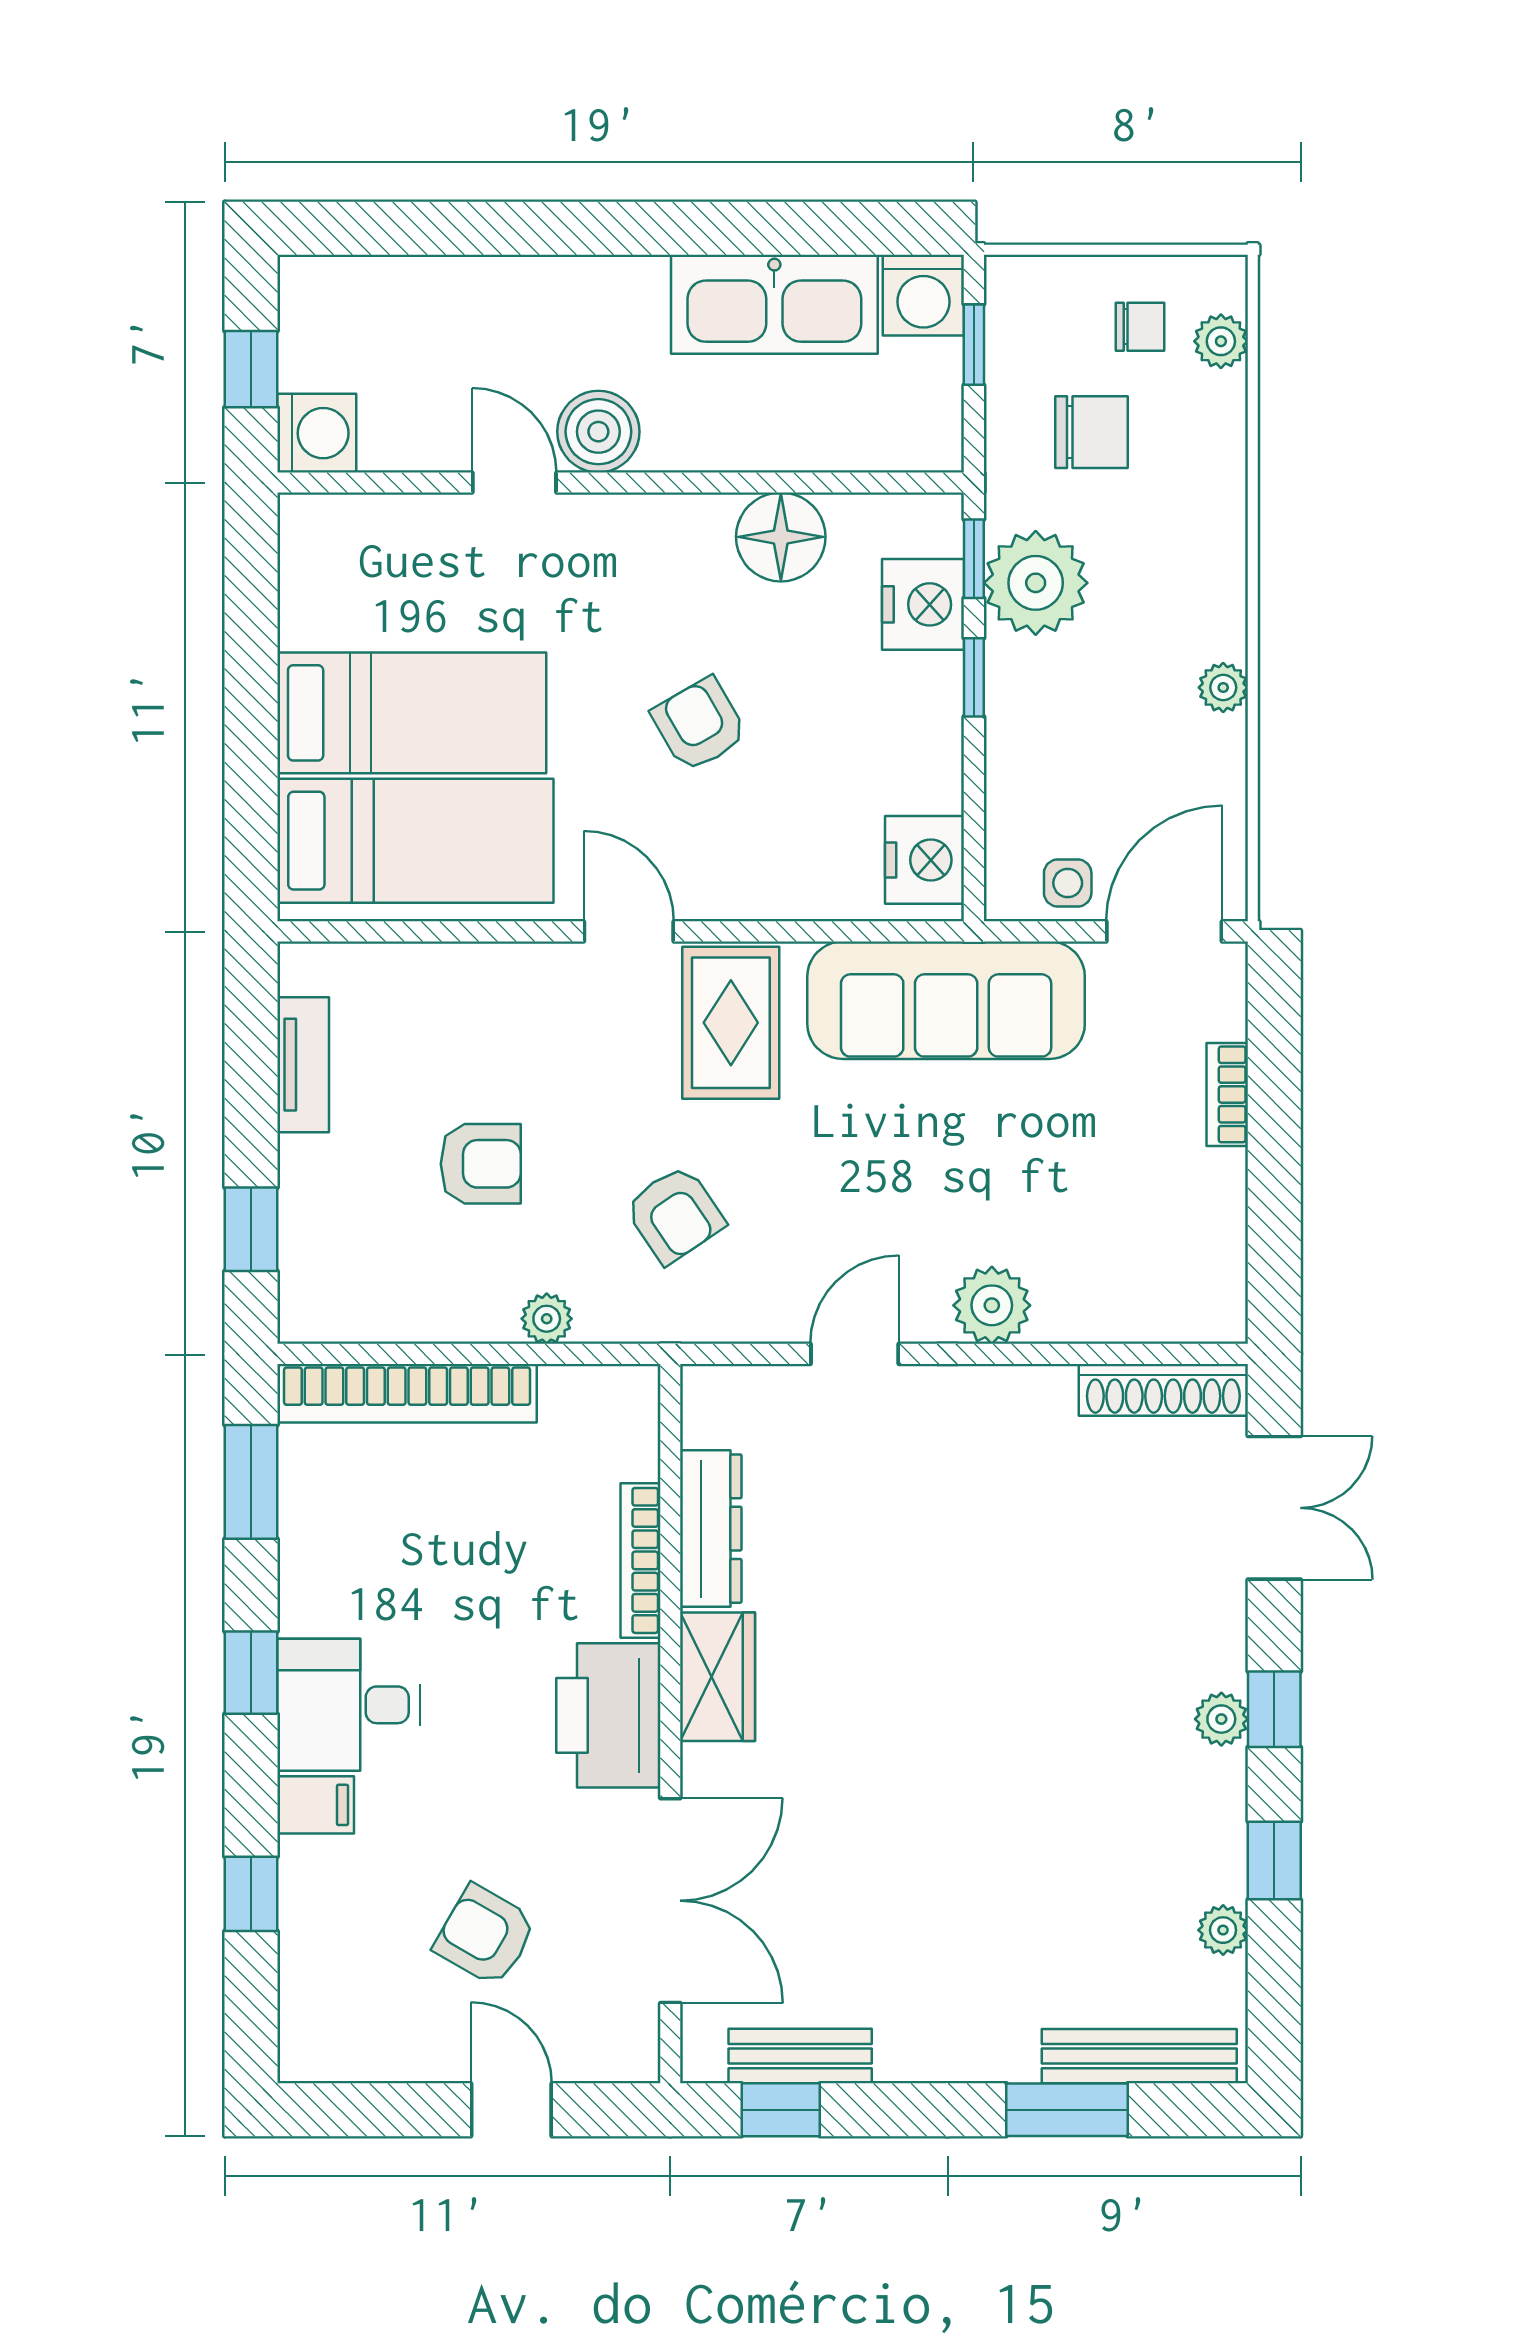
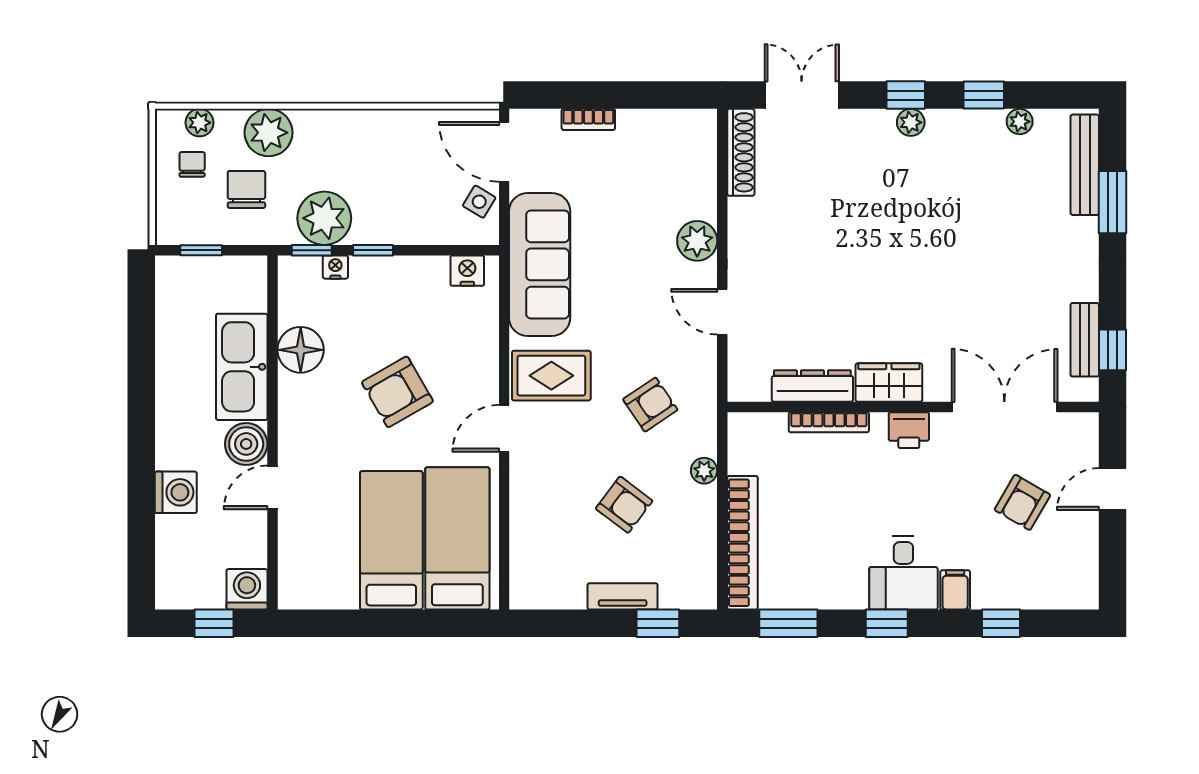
washing machine: (923, 295) -> (176, 492), moved
kitchen sink: (774, 304) -> (242, 367), moved, turned 180
nightstand: (923, 604) -> (335, 267), width x0.53, depth x0.56
plant: (1223, 688) -> (269, 133), moved, width x1.88, depth x1.88
armchair: (699, 725) -> (397, 392), width x1.38, depth x1.38
nightstand: (924, 860) -> (467, 271), width x0.74, depth x0.75
side table: (1068, 883) -> (479, 202), turned 31
tv unit: (303, 1065) -> (623, 596), moved
armchair: (481, 1164) -> (624, 505), turned 127
printer: (608, 1715) -> (909, 430), width x0.53, depth x0.68

